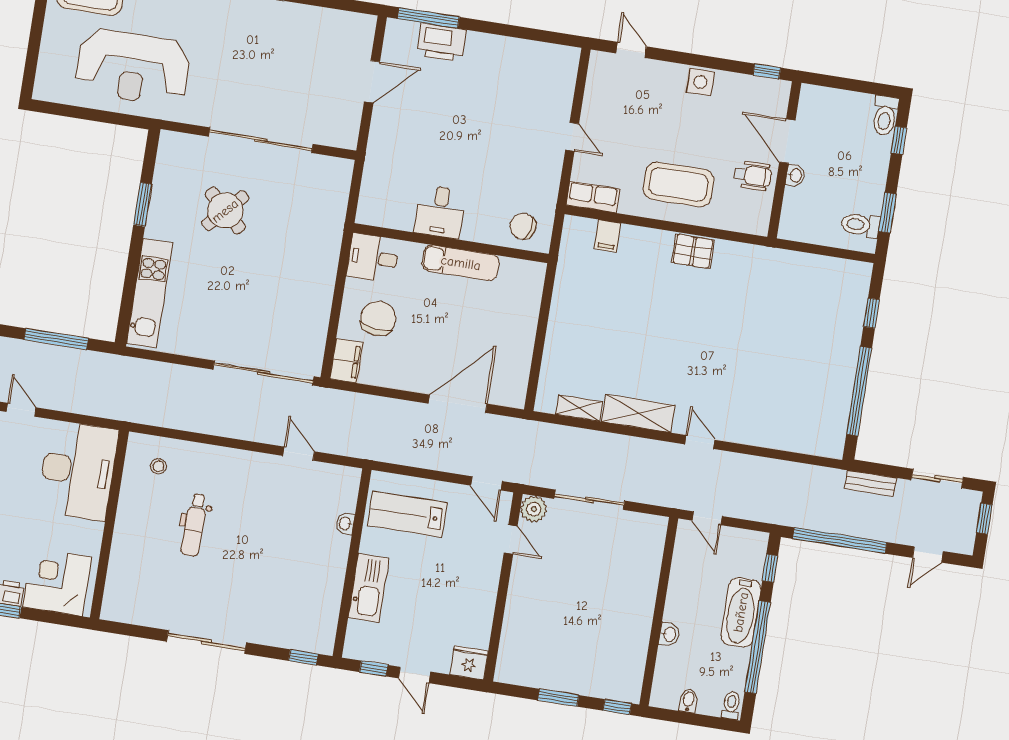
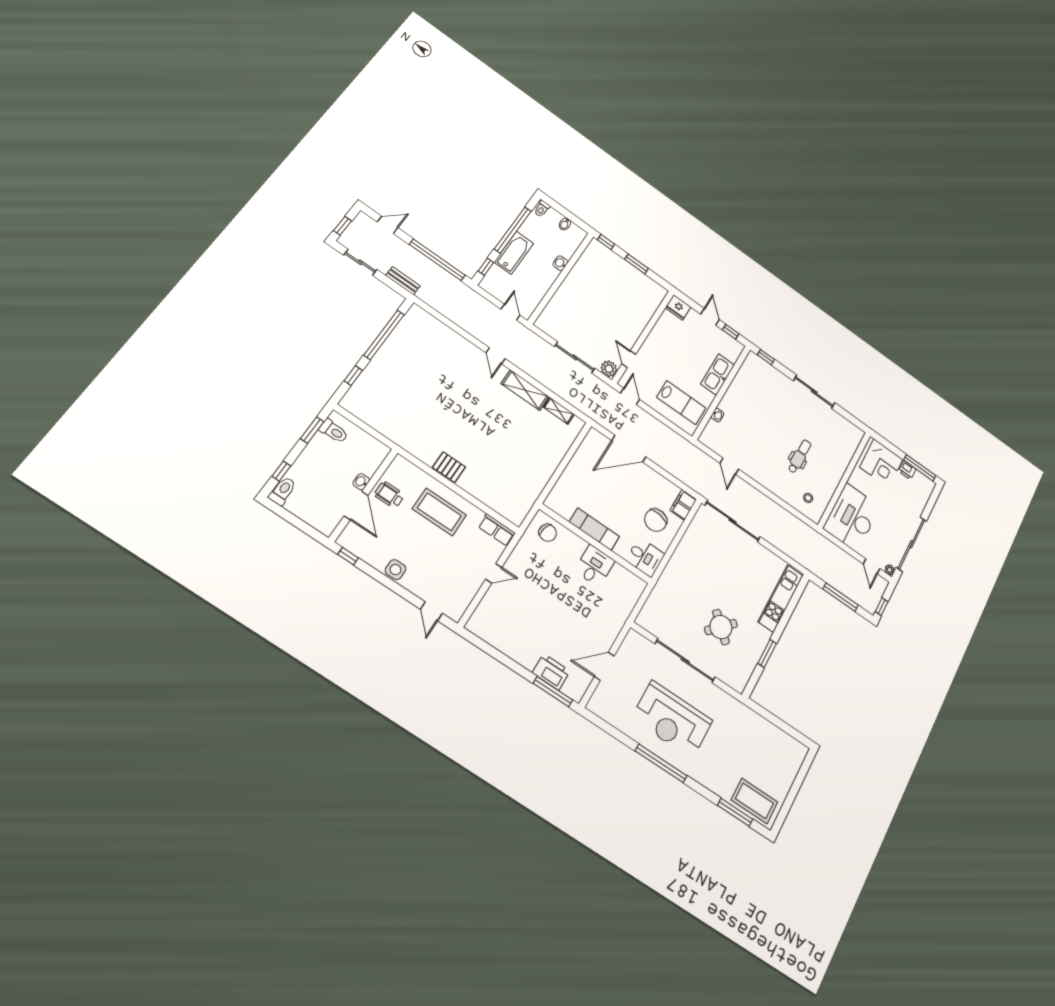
reception desk: (133, 67) -> (672, 719), moved, turned 180
door: (572, 137) -> (494, 573), swing flipped
filing cabinet: (607, 236) -> (498, 502), removed

